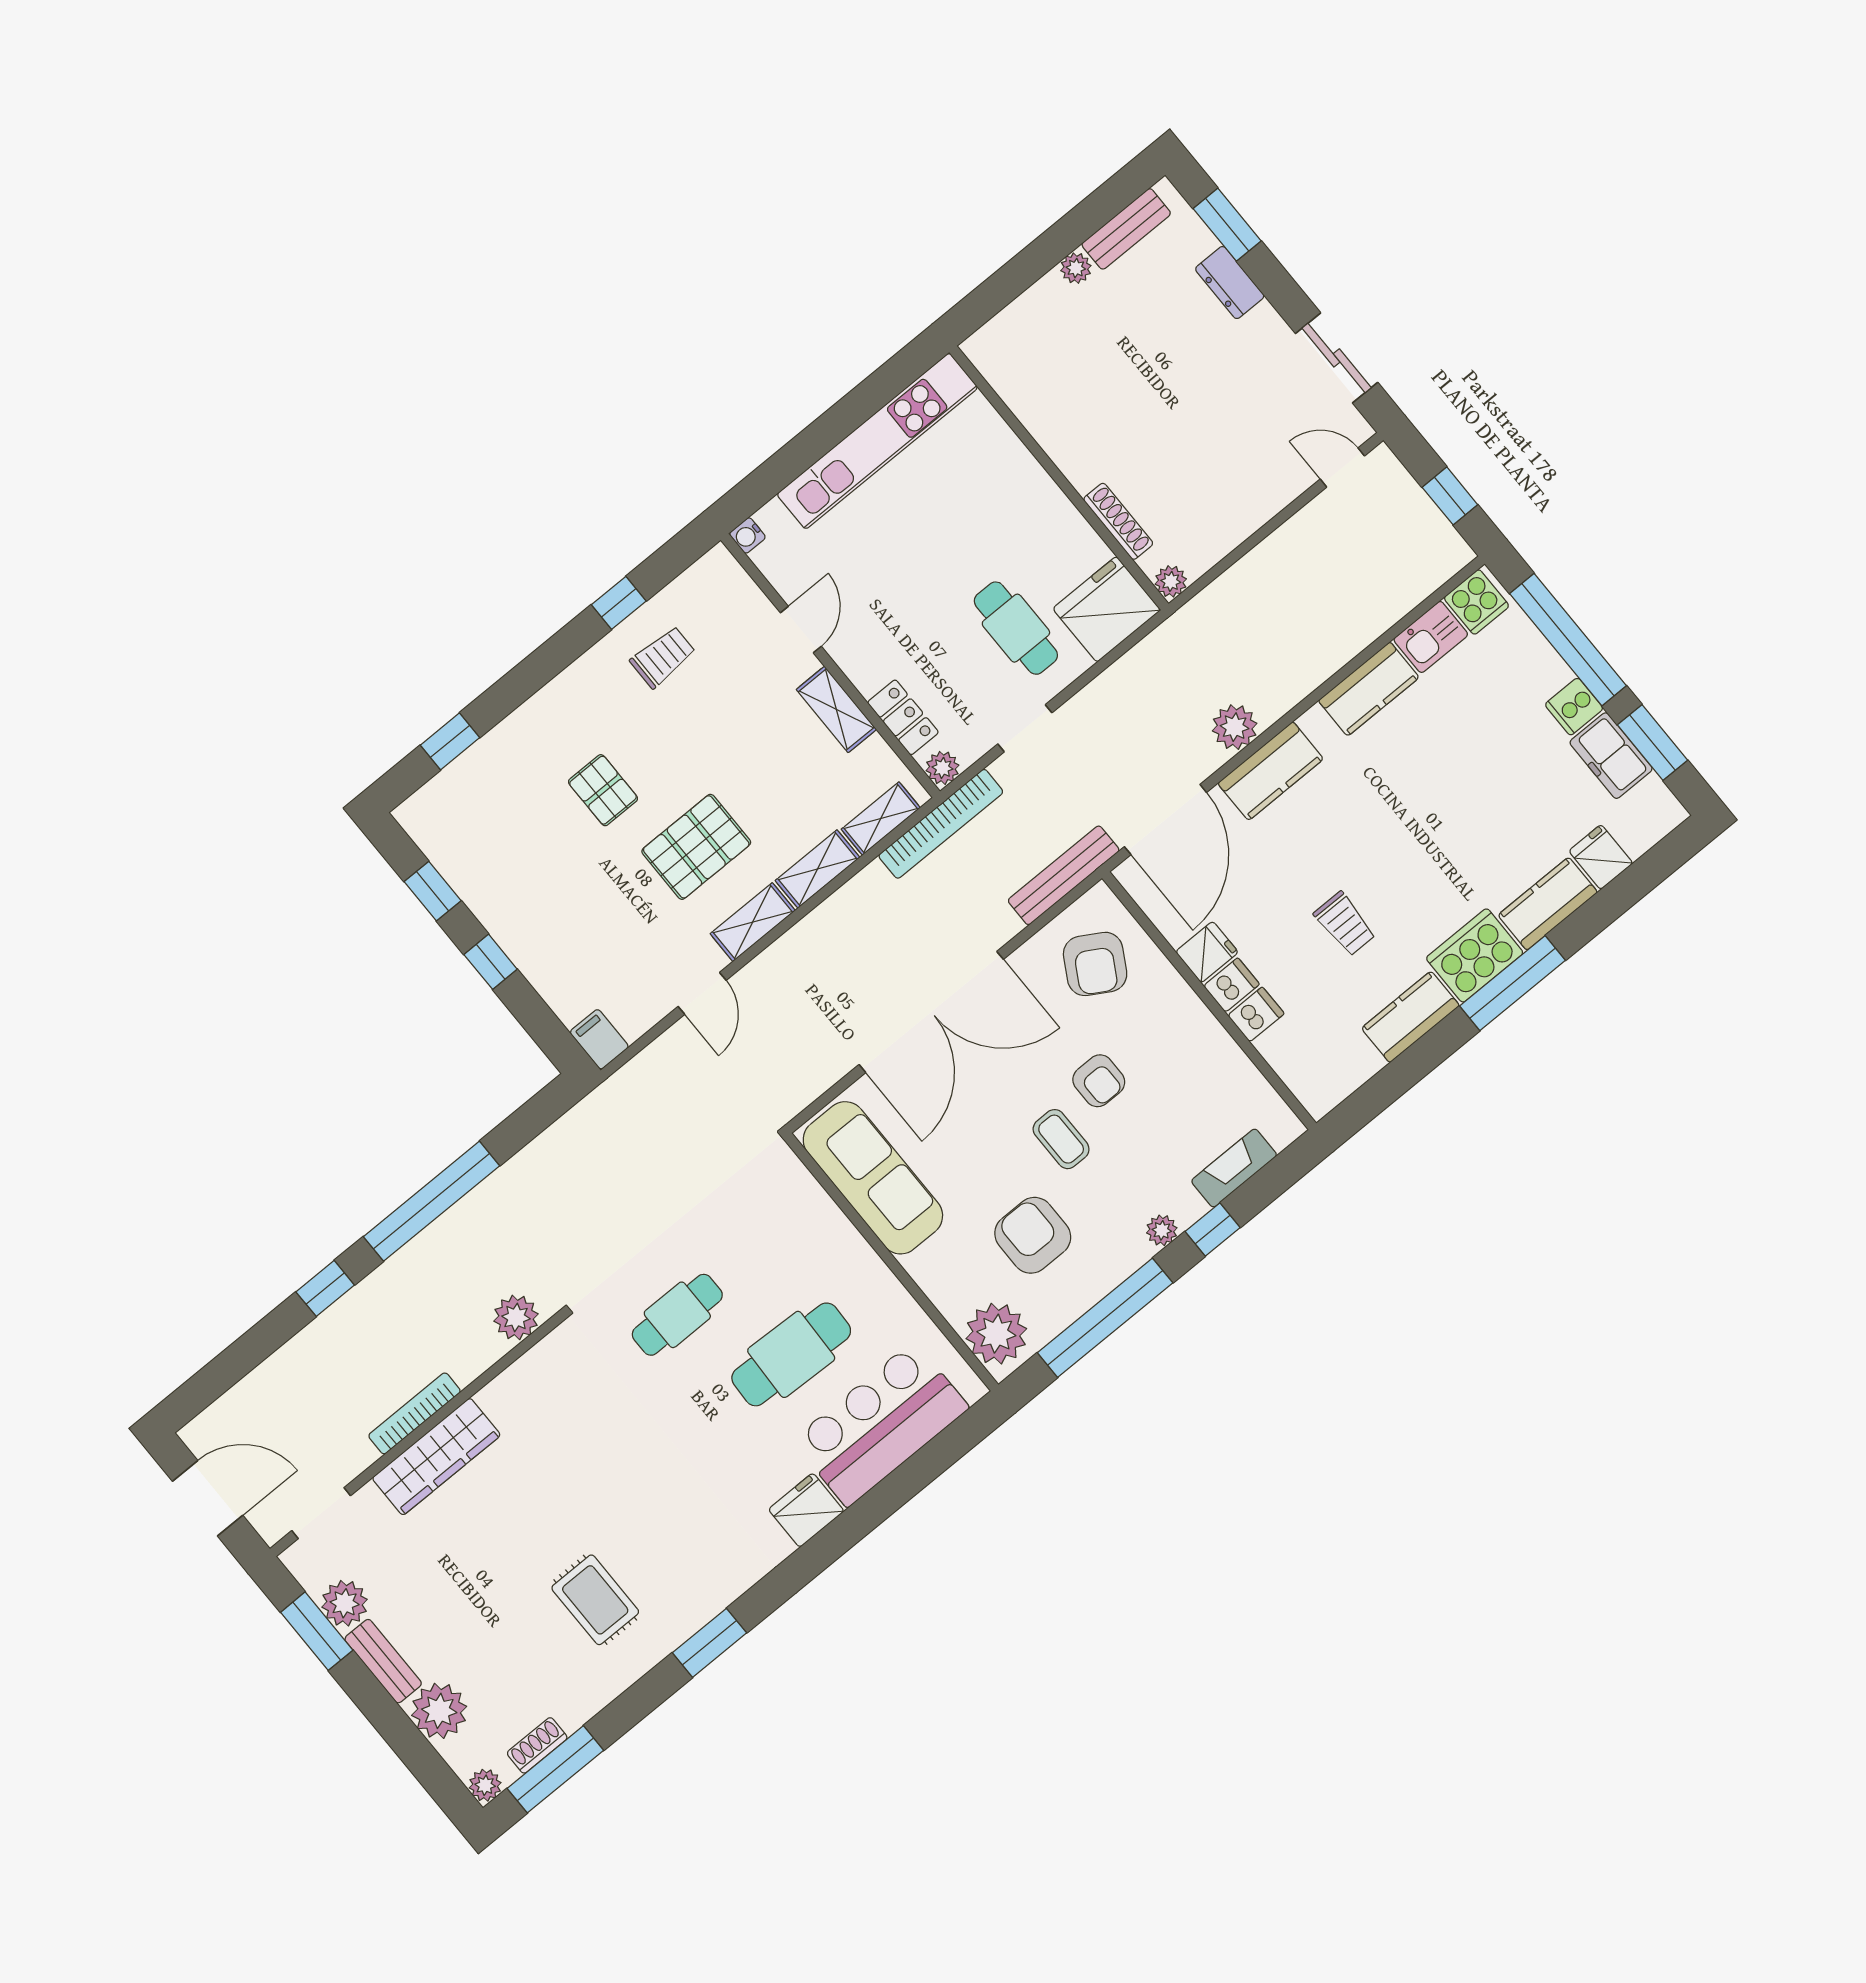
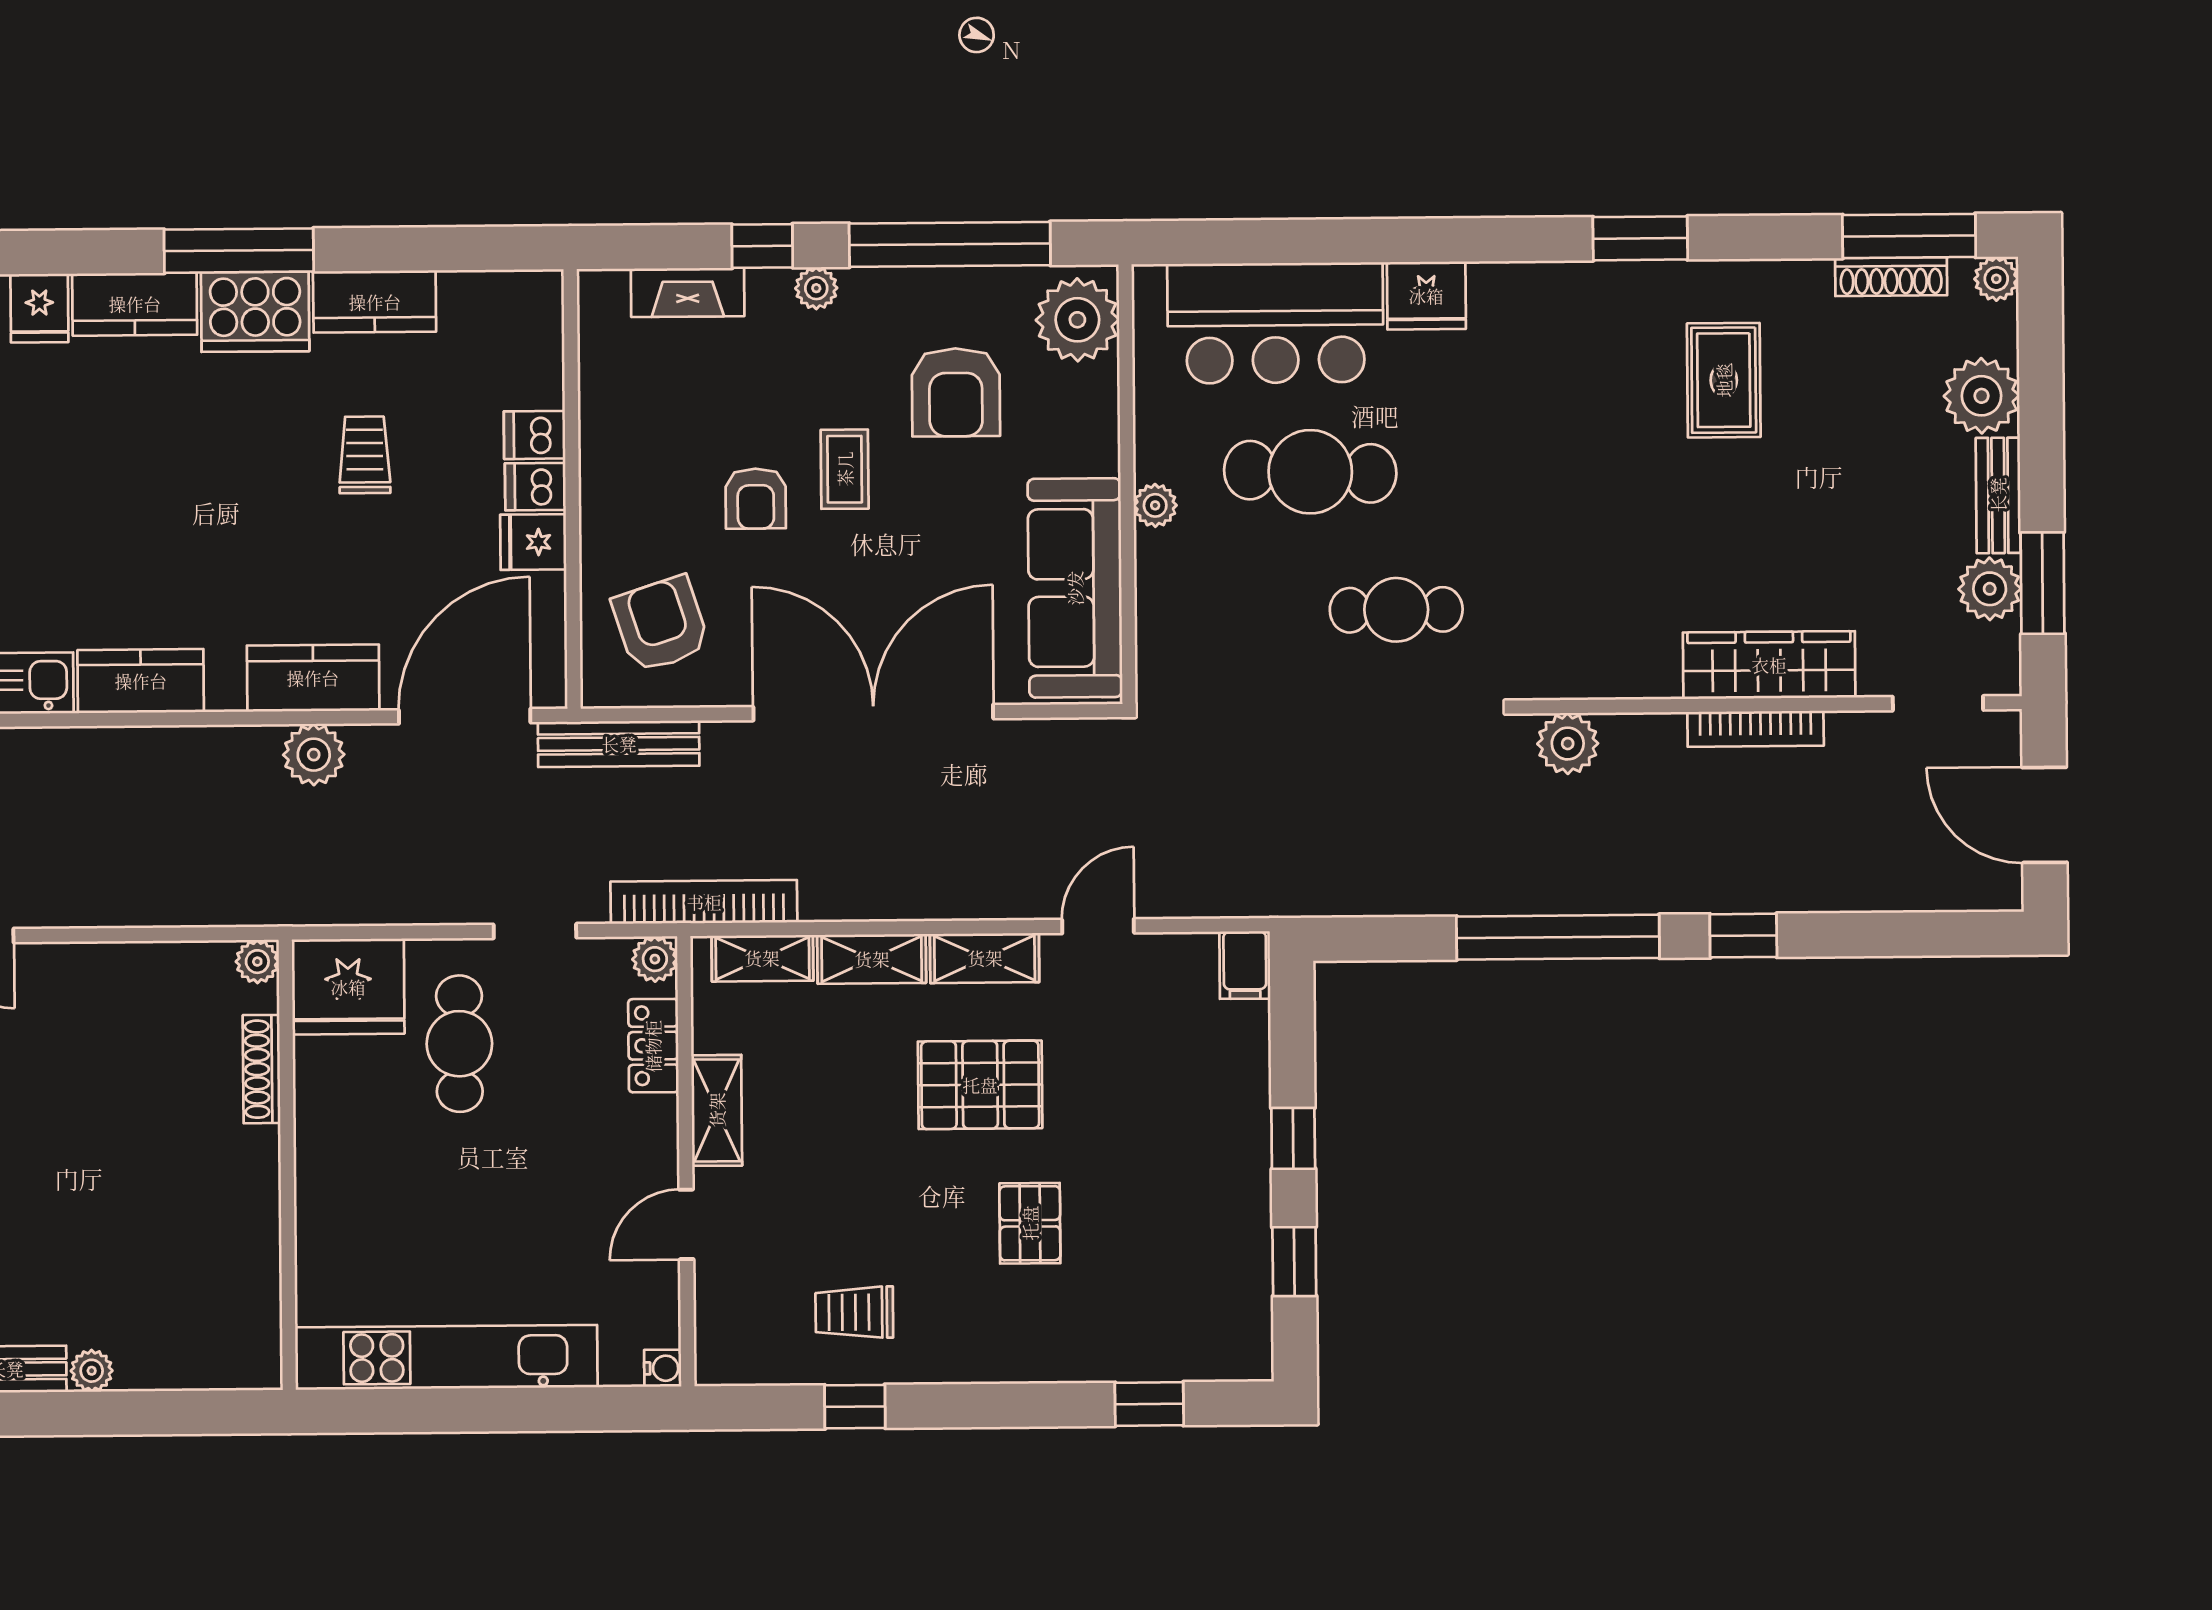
armchair: (1095, 964) -> (661, 624), turned -48
armchair: (1099, 1081) -> (756, 499), turned 180
plant: (865, 1263) -> (1155, 505), added
shoe rack: (537, 1745) -> (1891, 277), width x1.43

